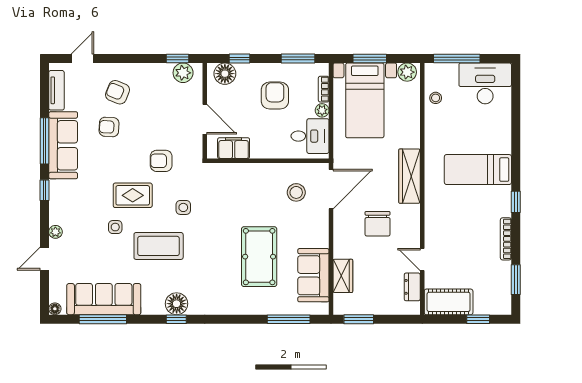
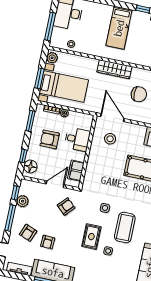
window: (135, 58) -> (10, 218), added
plant: (183, 73) -> (23, 201), moved
desk: (310, 136) -> (77, 139), moved, turned 90
armchair: (161, 161) -> (66, 206), moved, turned -137

